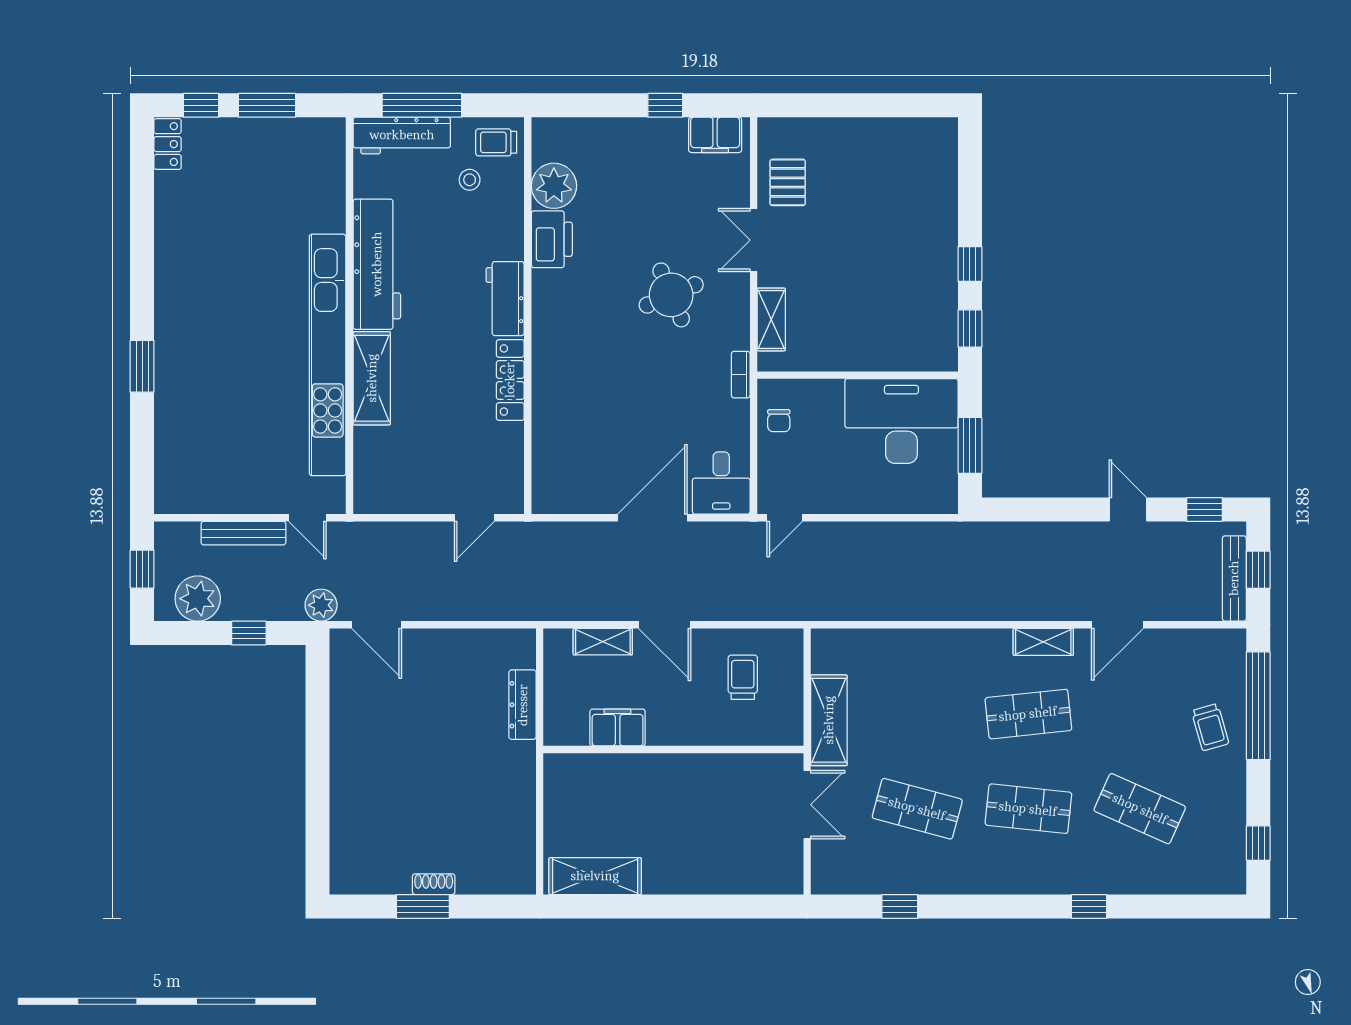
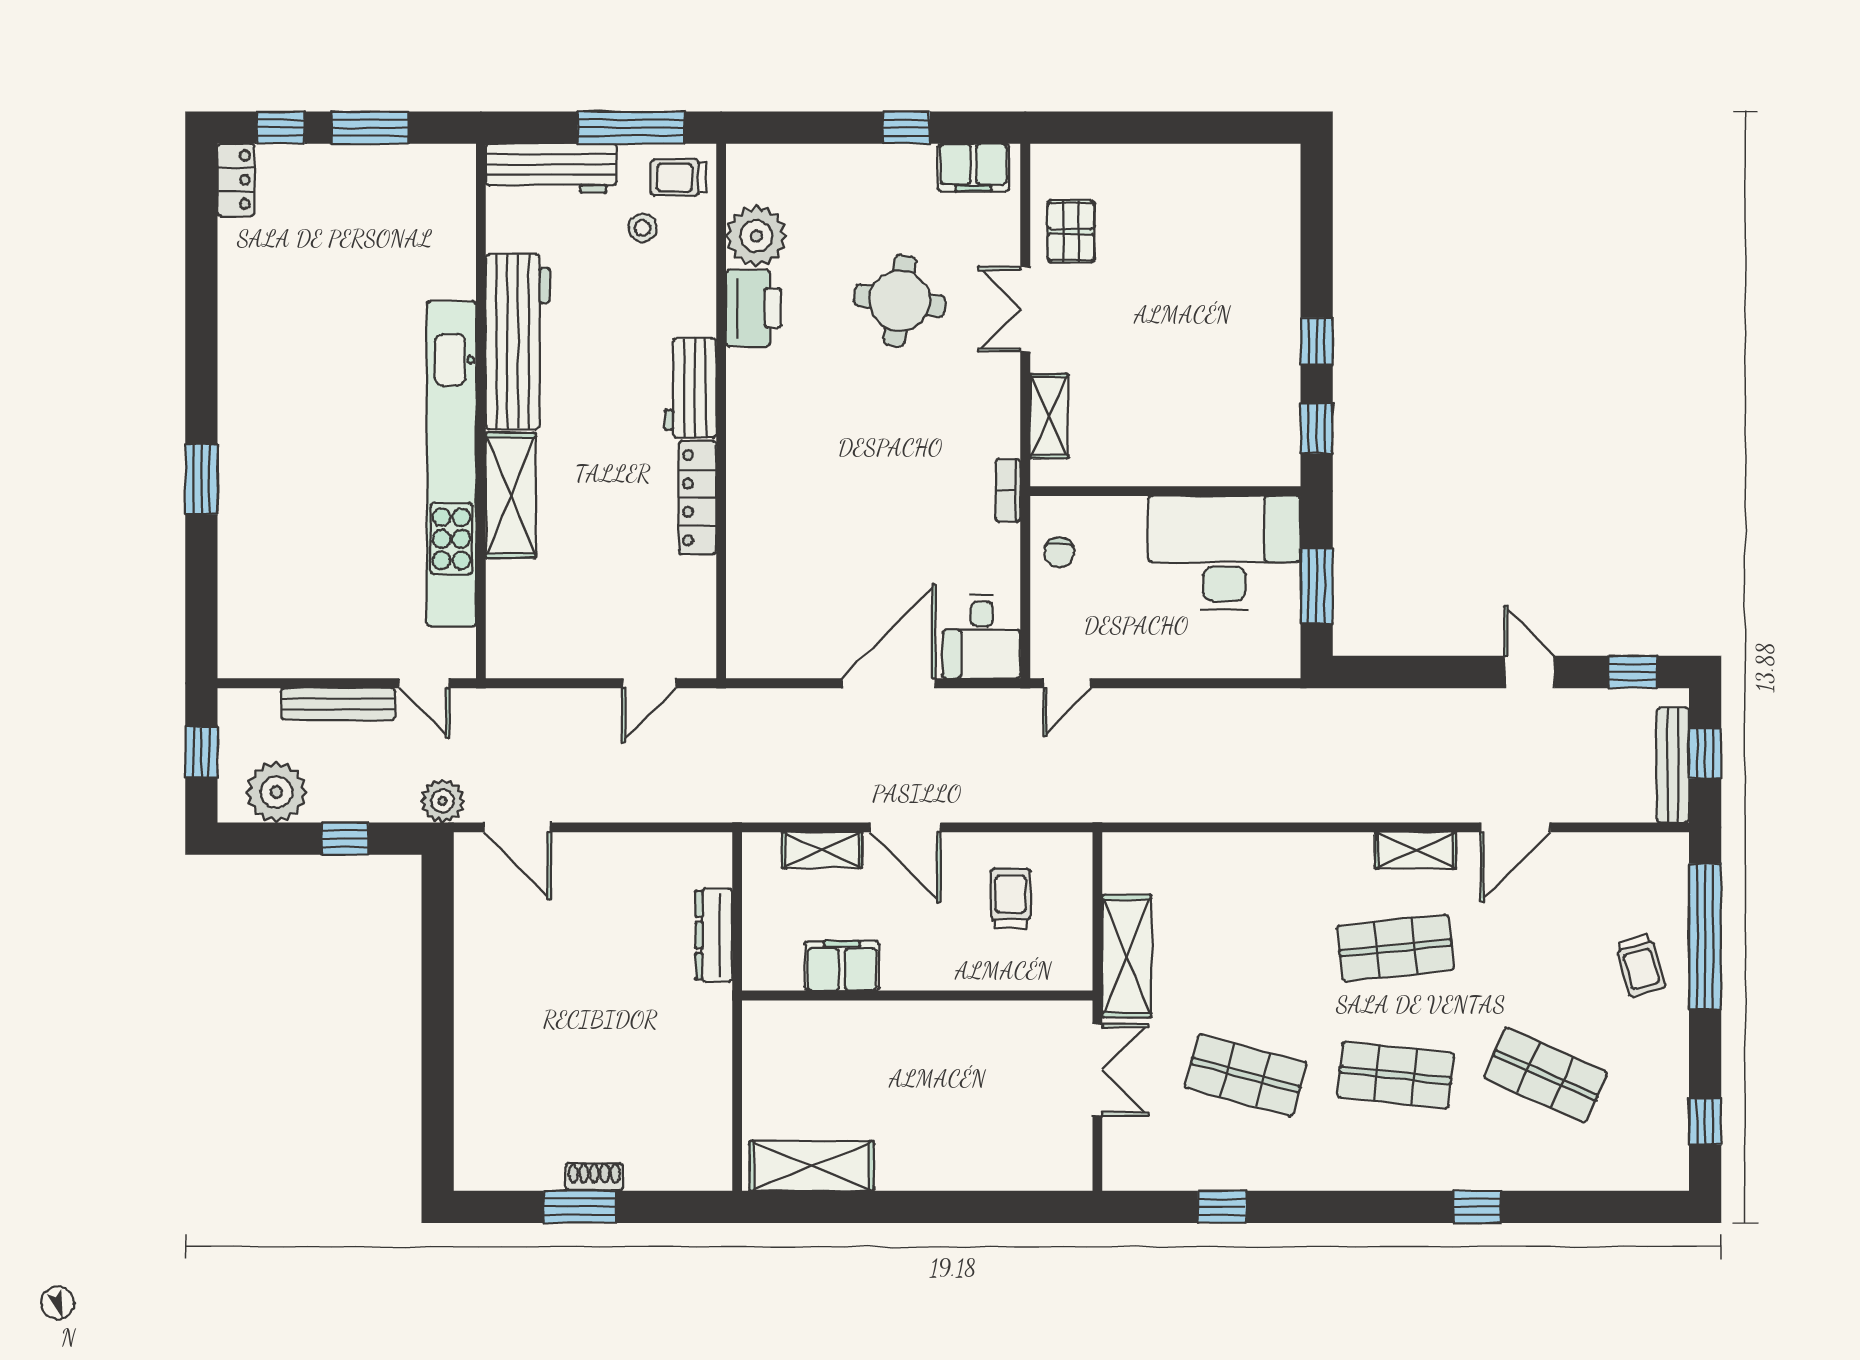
window: (422, 105) -> (631, 128), moved
round table: (671, 295) -> (900, 301), moved, turned 31

